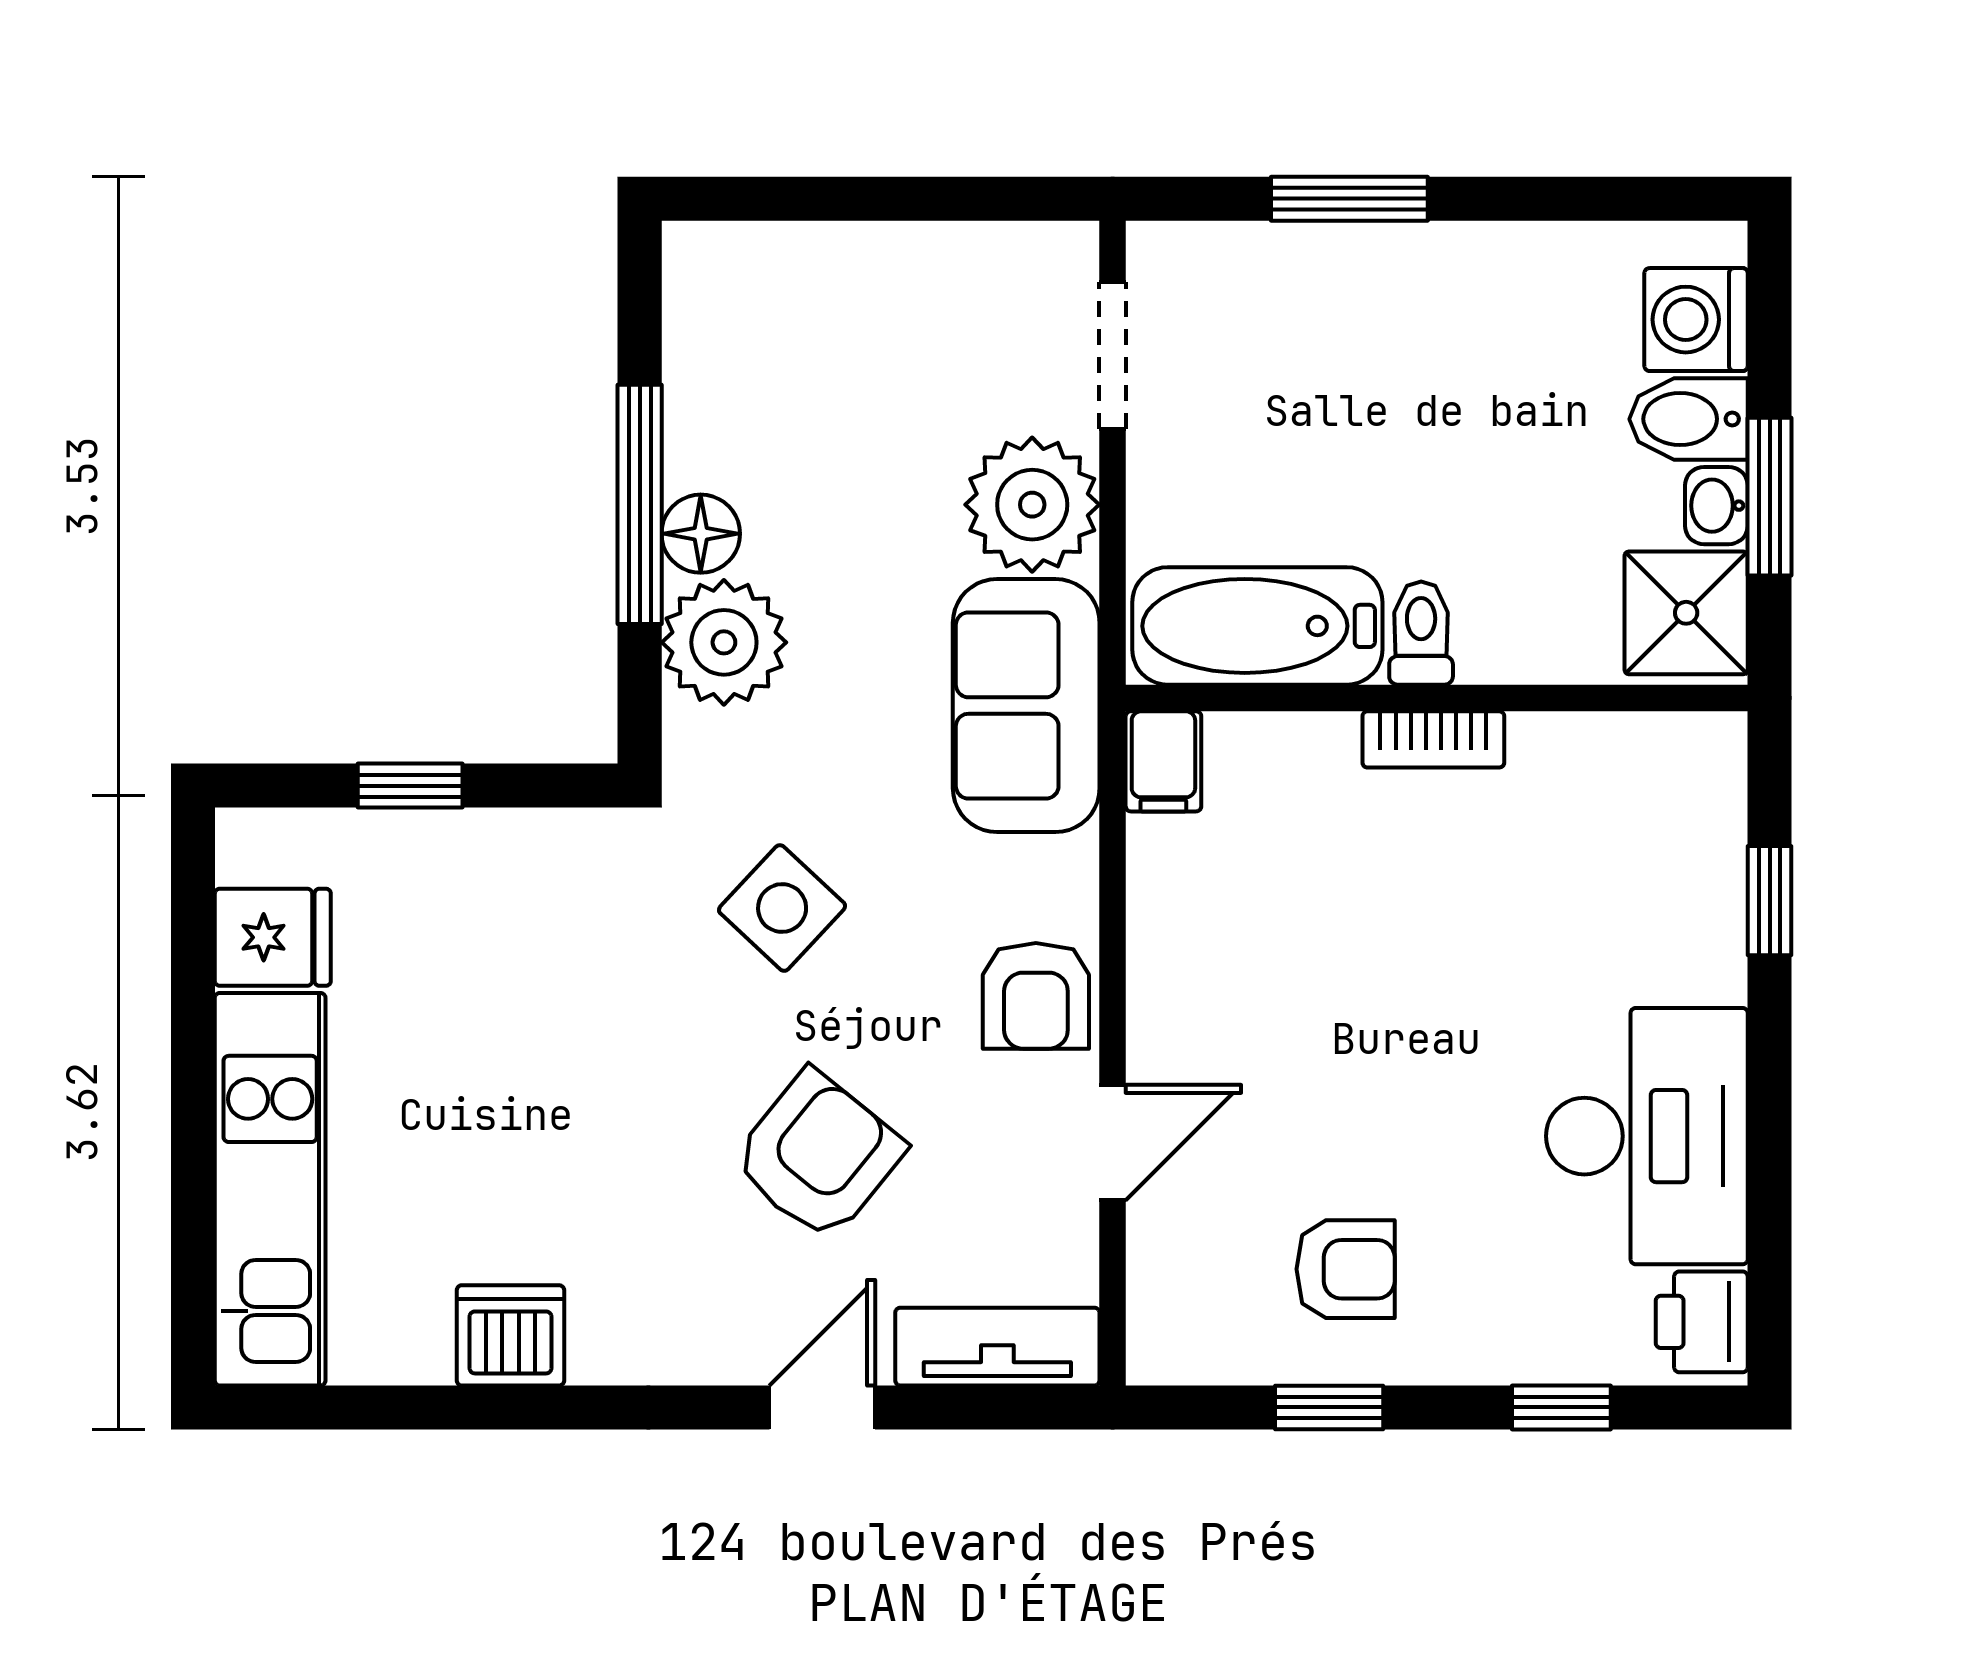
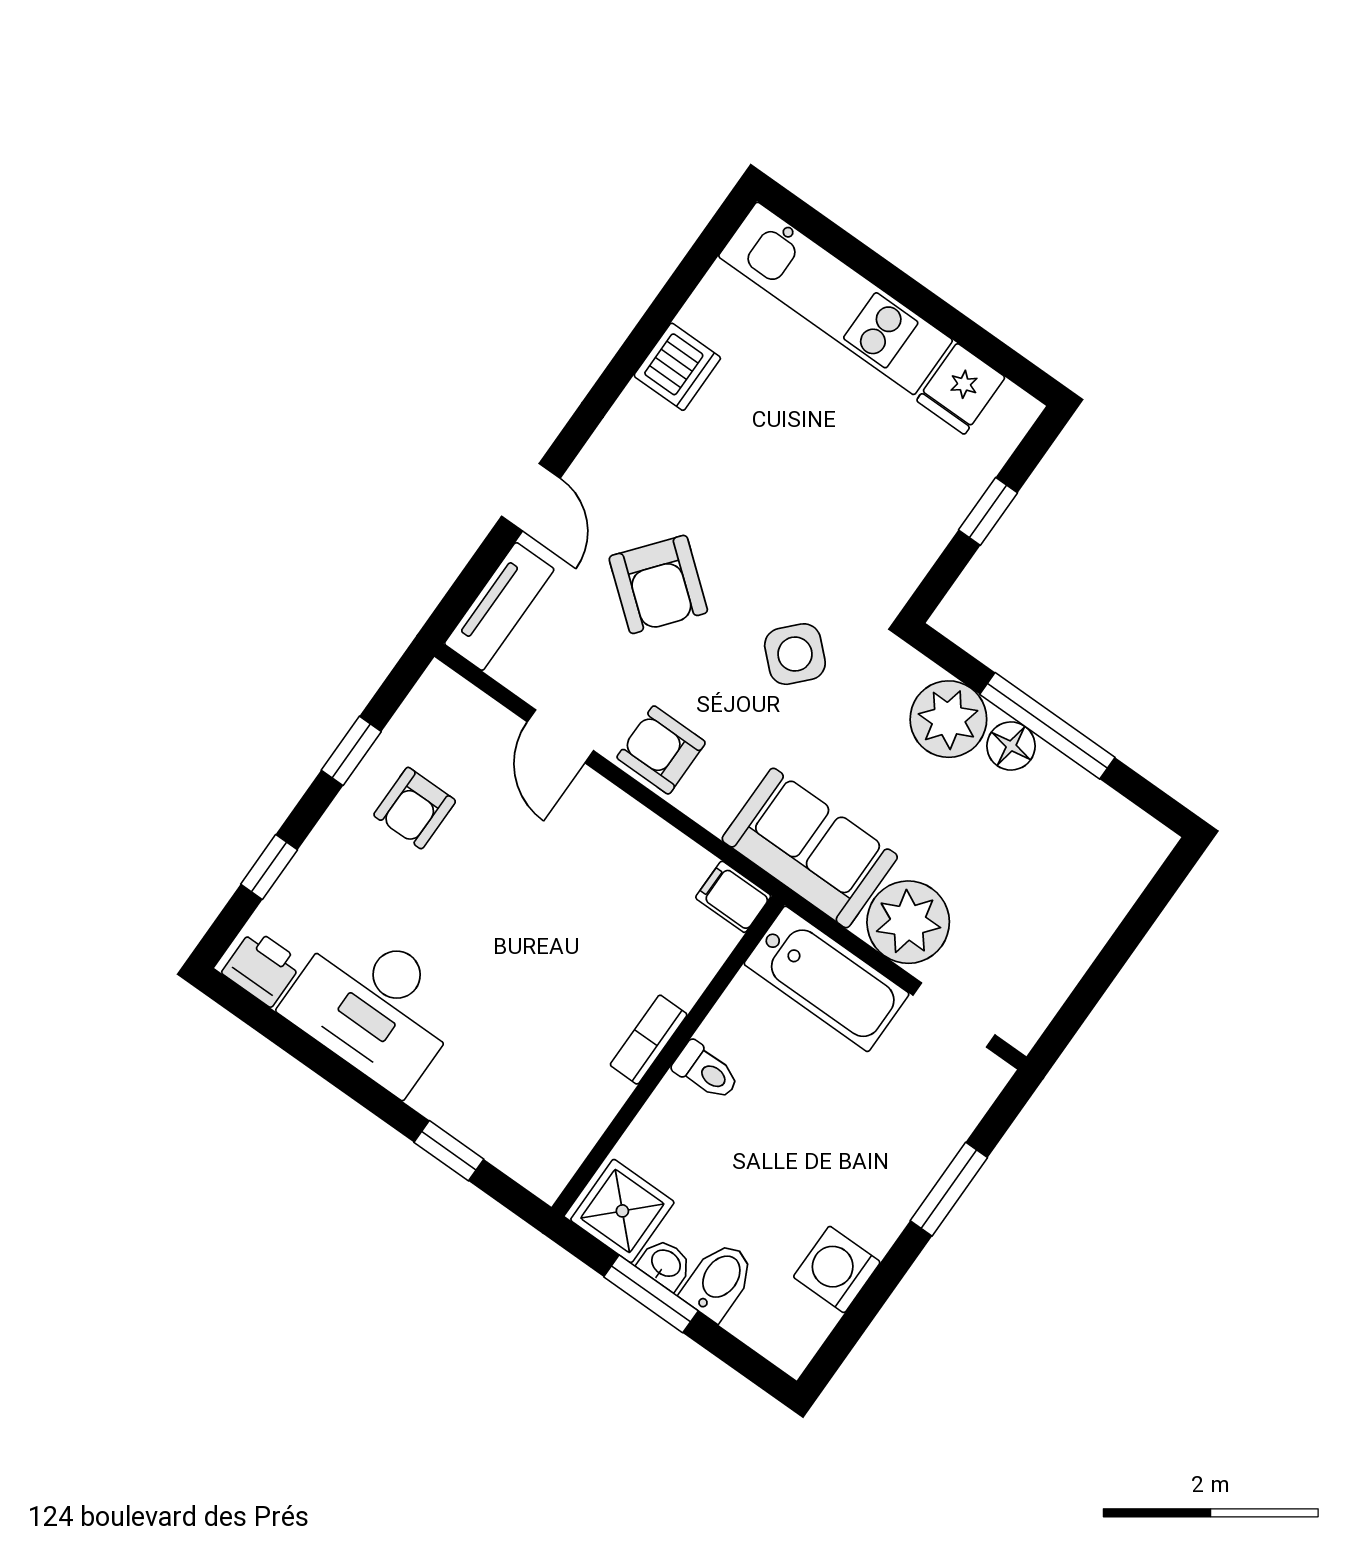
washing machine: (1696, 320) -> (837, 1269), moved, turned -90
bathtub: (1257, 626) -> (826, 979), moved, turned 90

